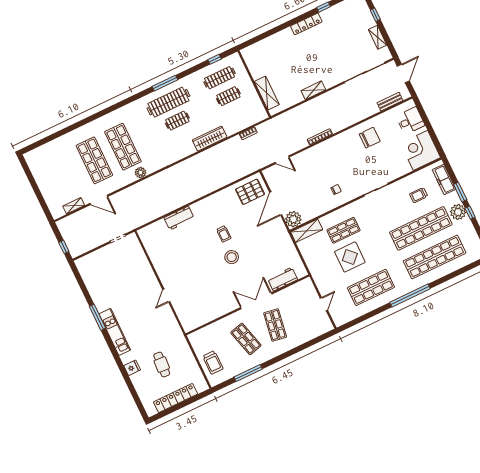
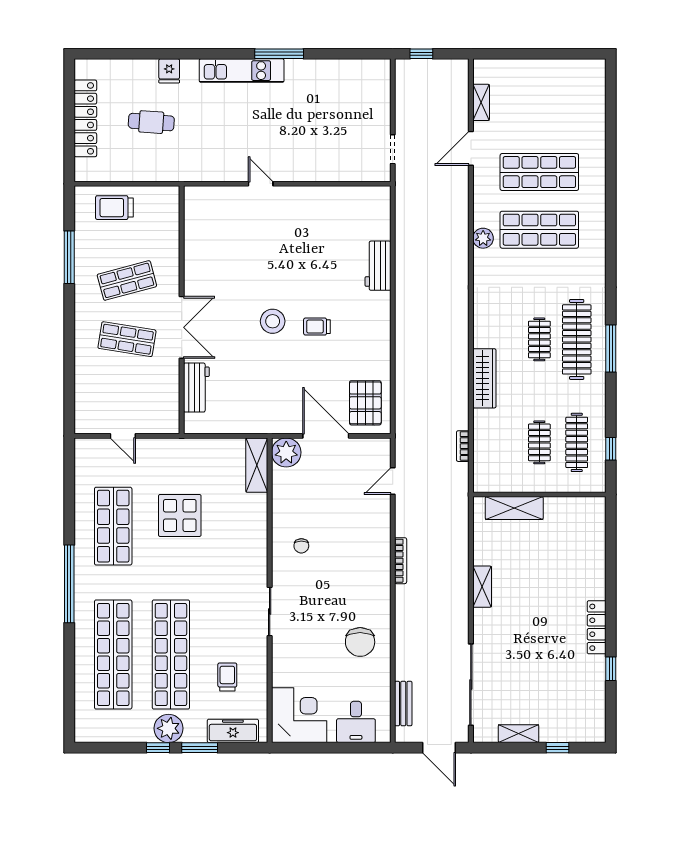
shop shelf: (344, 230) -> (229, 526), removed

